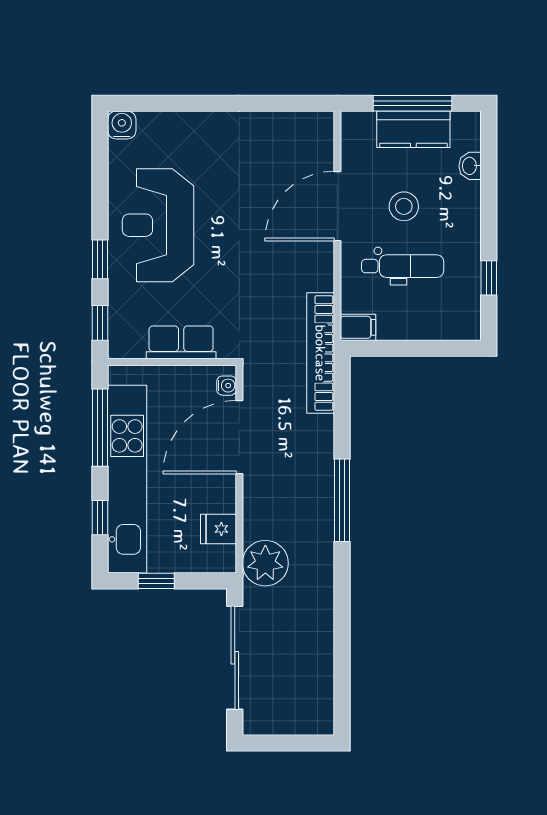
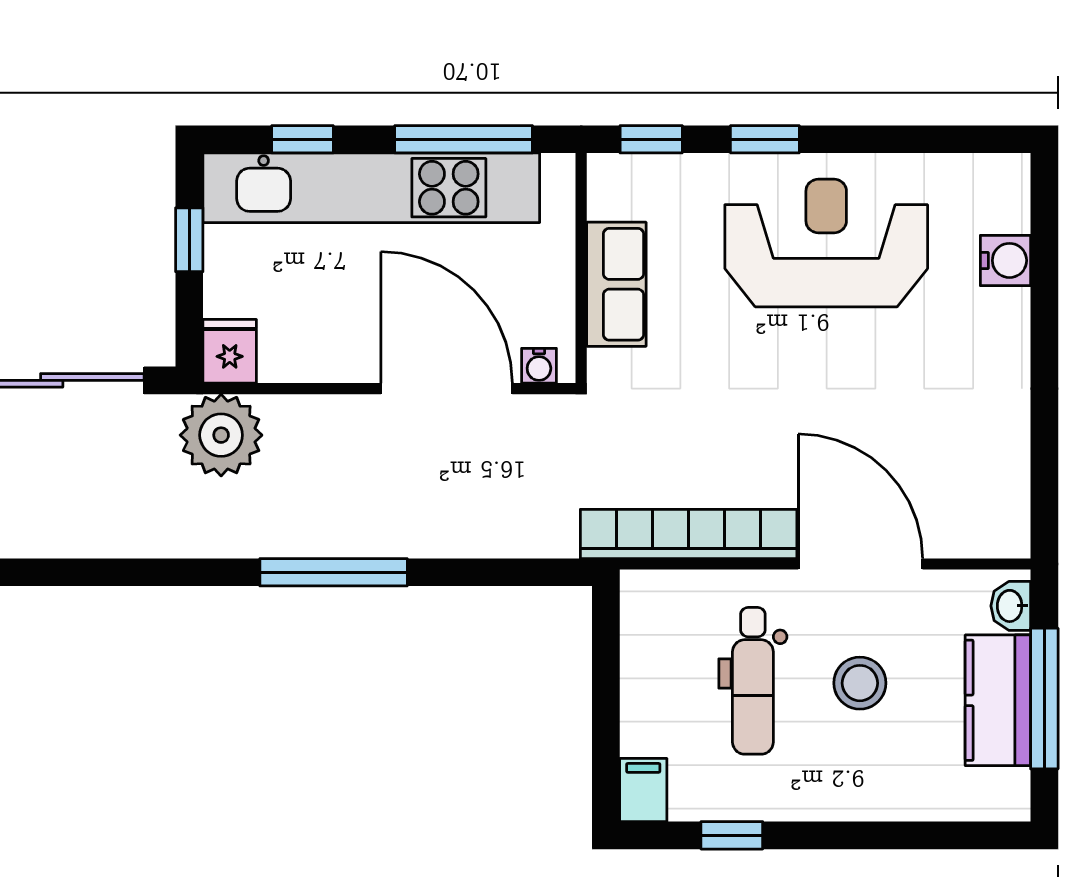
water cooler: (122, 125) -> (1005, 260), moved
washbasin: (470, 166) -> (1011, 606), moved, turned -90
filing cabinet: (358, 327) -> (643, 790), moved, turned 180
bookcase: (321, 353) -> (689, 534), moved
fridge: (219, 529) -> (230, 351), moved

